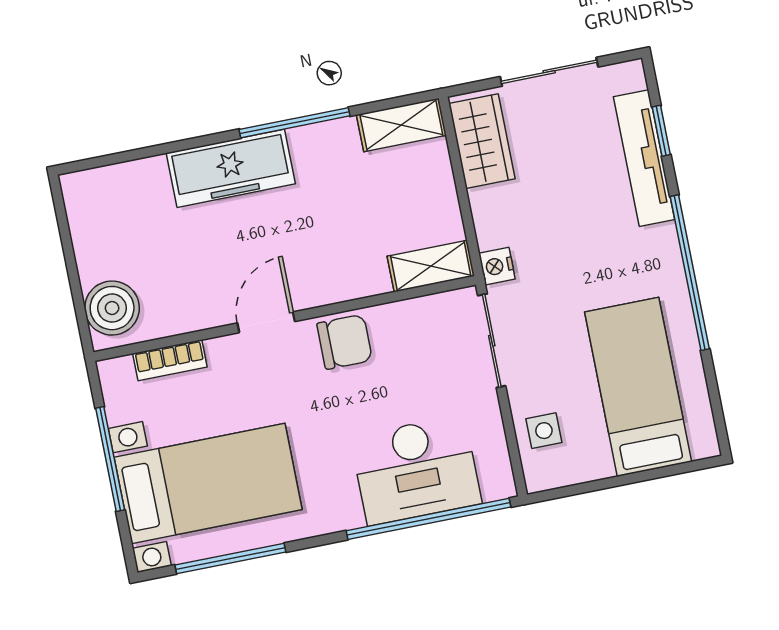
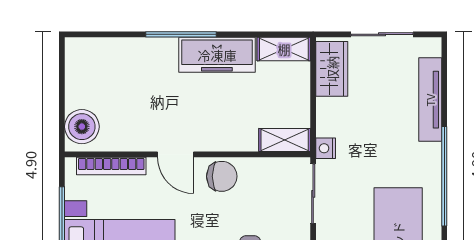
window: (295, 123) -> (181, 34), moved
window: (661, 131) -> (444, 85), removed
freezer: (231, 168) -> (217, 55), moved
door: (266, 322) -> (176, 154), swing flipped
bookcase: (170, 360) -> (111, 166), width x1.56

